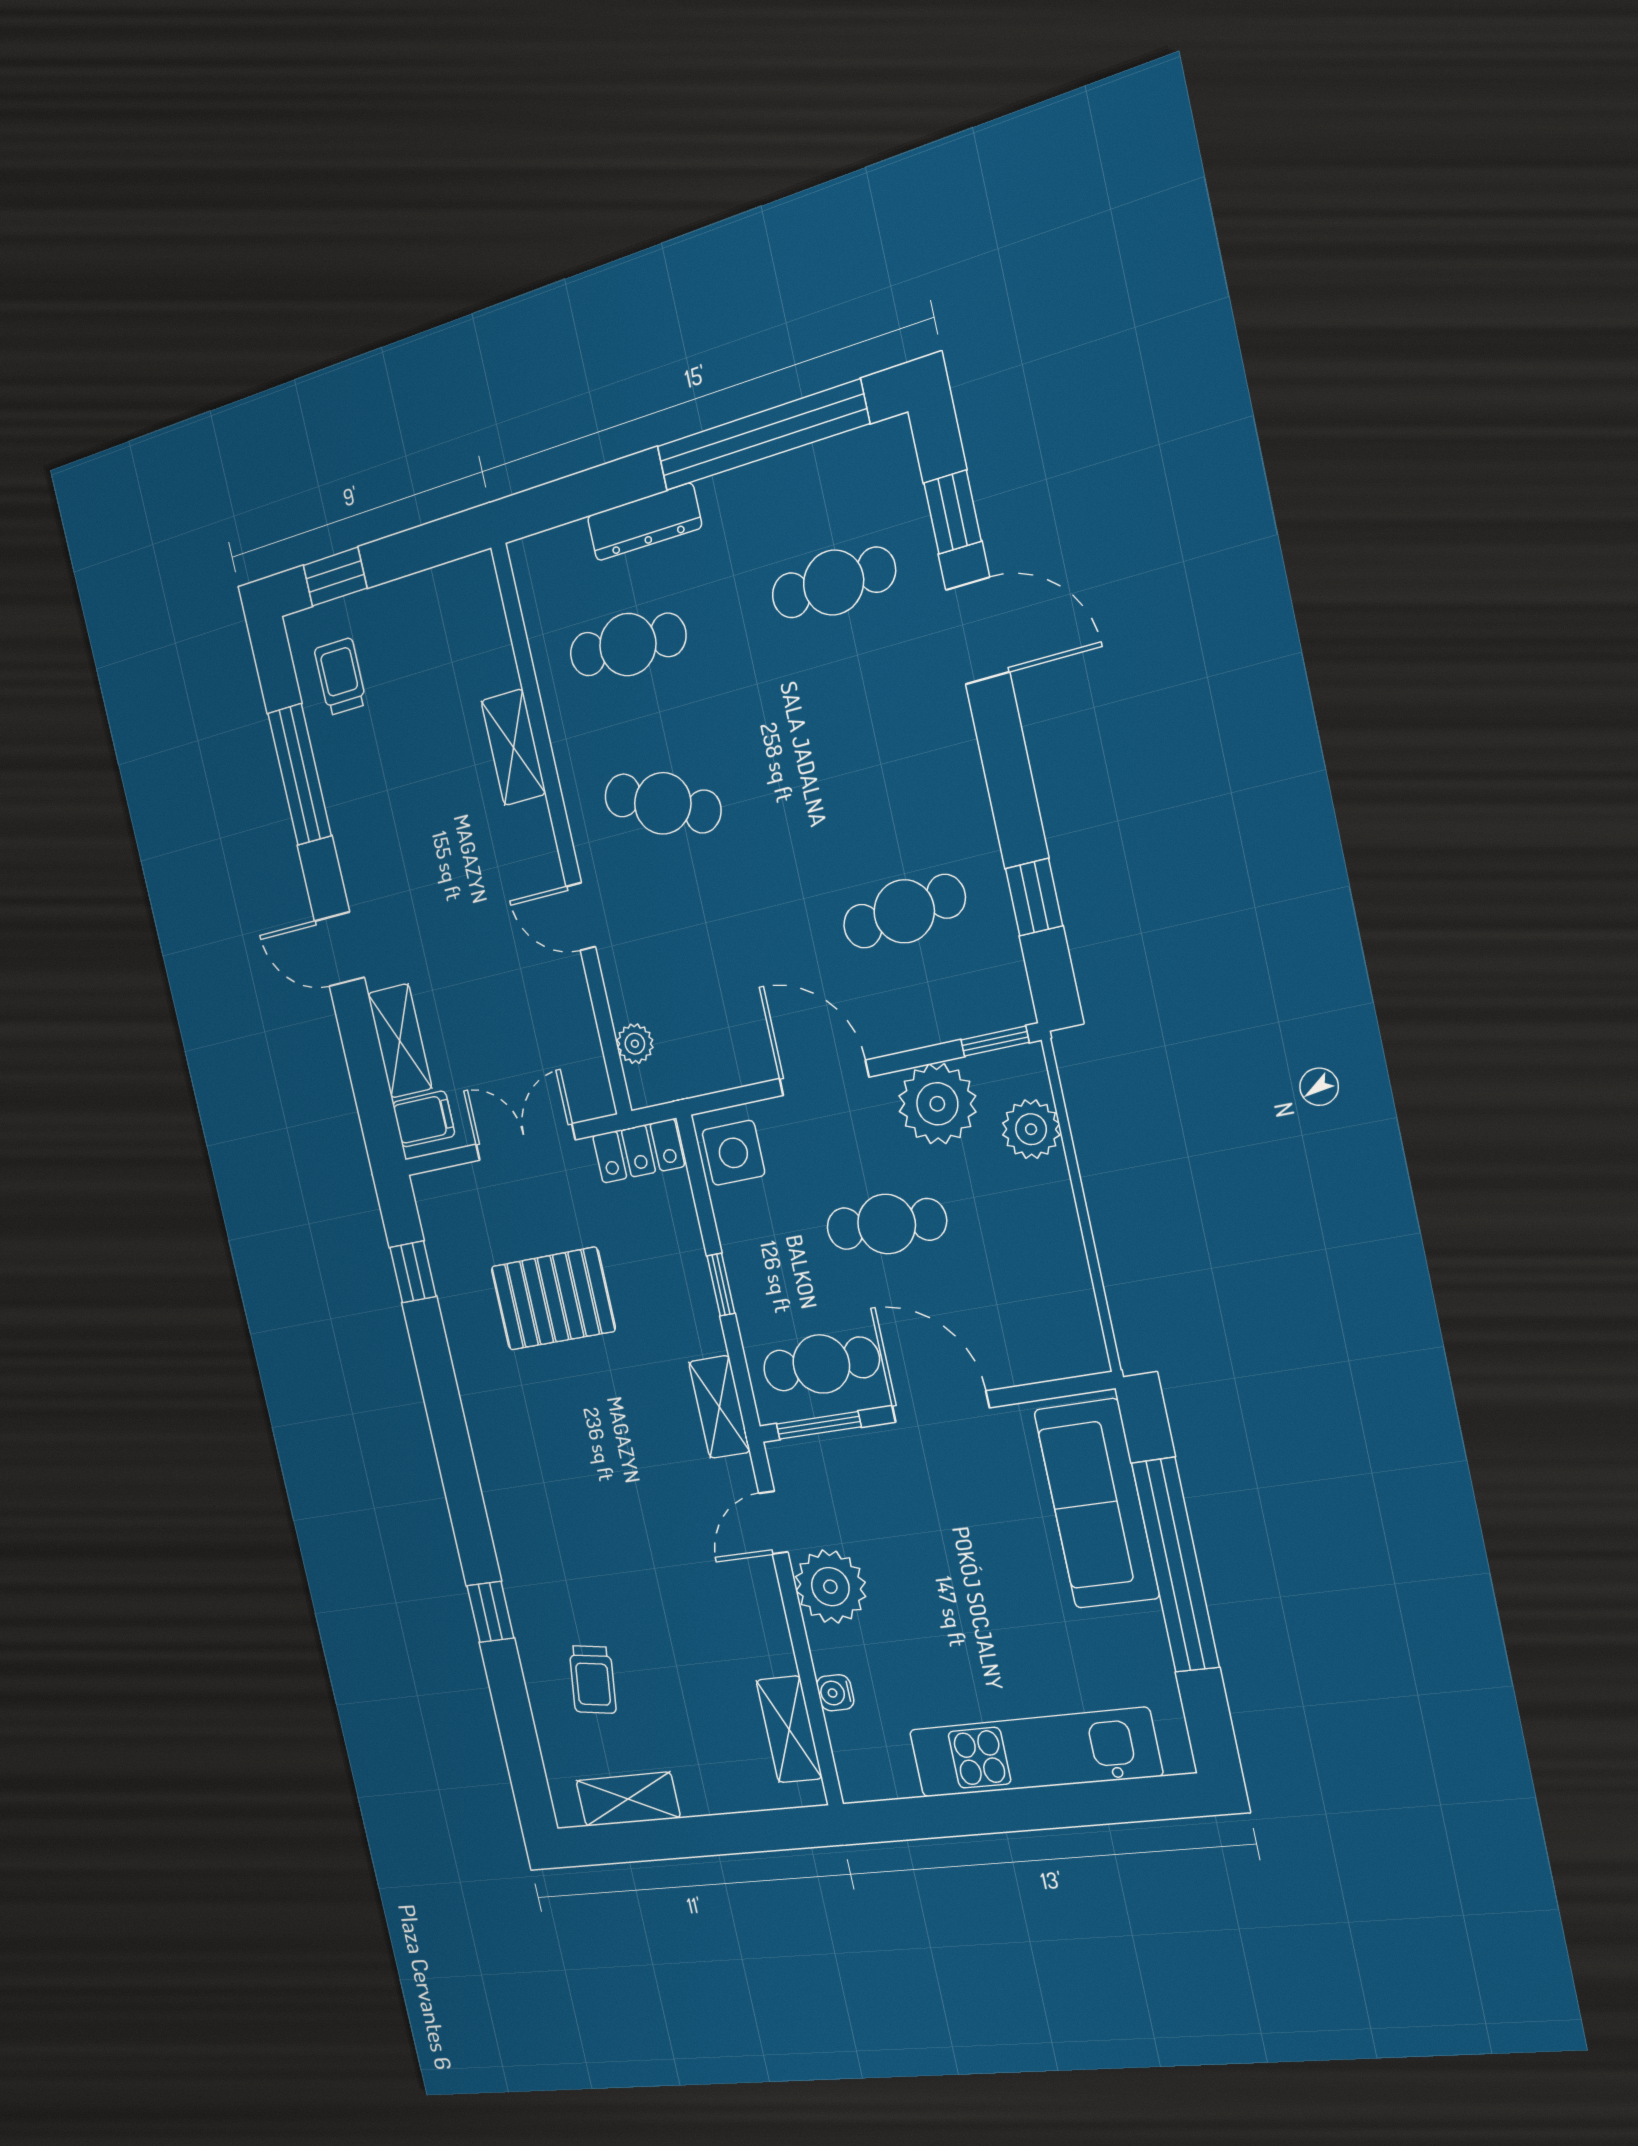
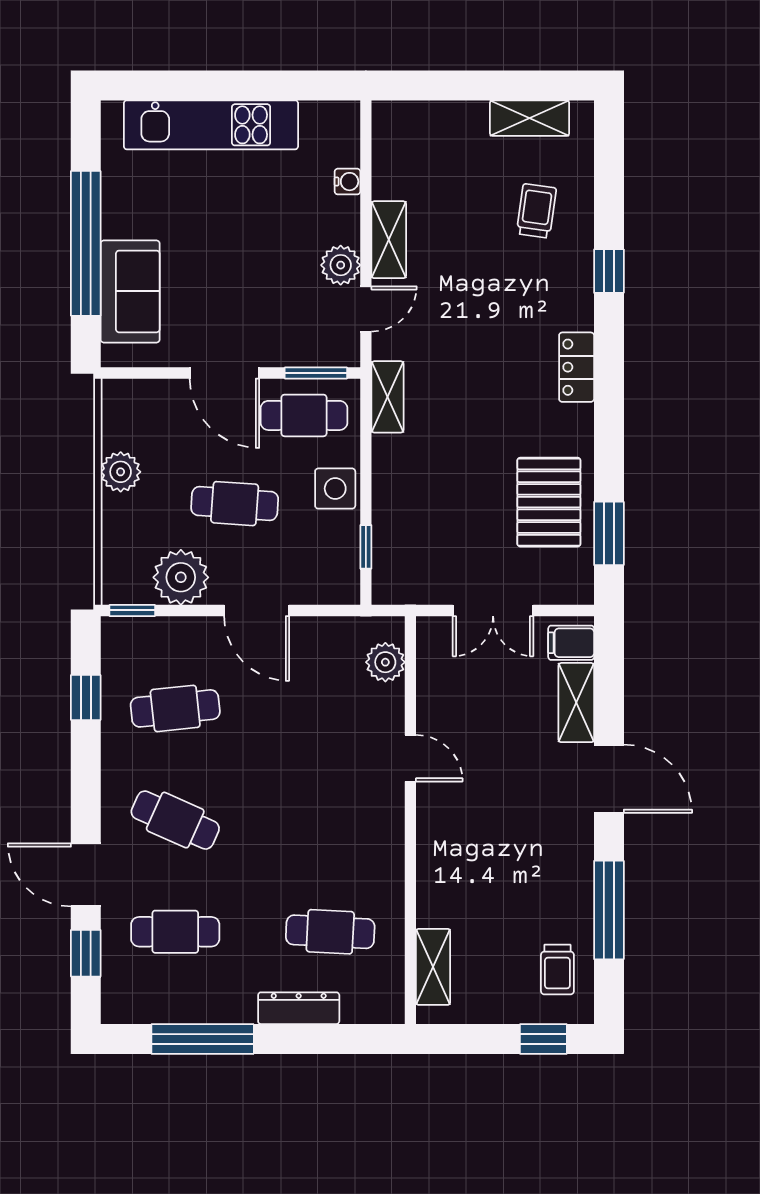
window: (762, 435) -> (203, 1039), width x0.68
shelving: (514, 747) -> (433, 967), moved
cafe table: (663, 803) -> (175, 820), moved
door: (339, 949) -> (609, 779), width x1.38
plant: (635, 1044) -> (385, 662), width x1.38, depth x1.38
plant: (1031, 1129) -> (121, 472), moved
locker: (638, 1151) -> (577, 367), moved, turned -90
side table: (733, 1153) -> (335, 489), moved
window: (413, 1272) -> (609, 533), width x1.50
window: (721, 1285) -> (366, 547), moved
pallet: (553, 1299) -> (549, 502), moved, turned 90
sofa: (1097, 1504) -> (130, 291), width x0.73
plant: (830, 1587) -> (341, 265), width x0.73, depth x0.73
shelving: (789, 1729) -> (389, 240), moved

